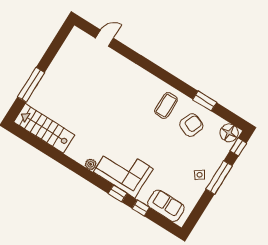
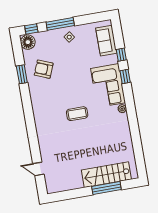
coffee table: (166, 106) -> (77, 114), moved
stairs: (44, 128) -> (106, 175), moved, turned 90

